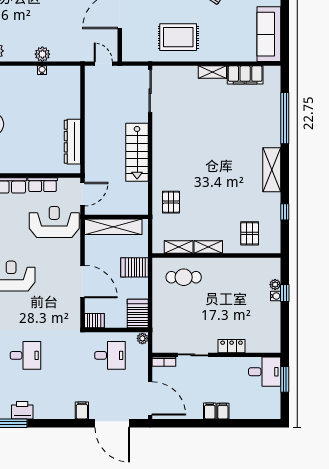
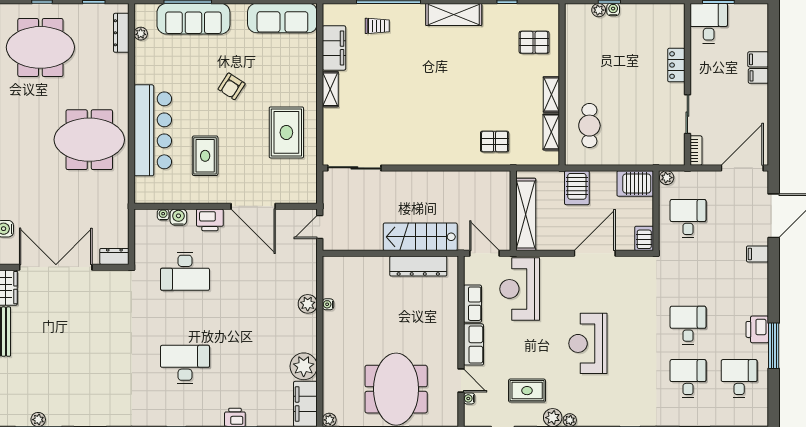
trolley: (263, 109) -> (377, 26), added
stairs: (137, 152) -> (420, 237), moved, turned 180
filing cabinet: (210, 411) -> (758, 59), moved

